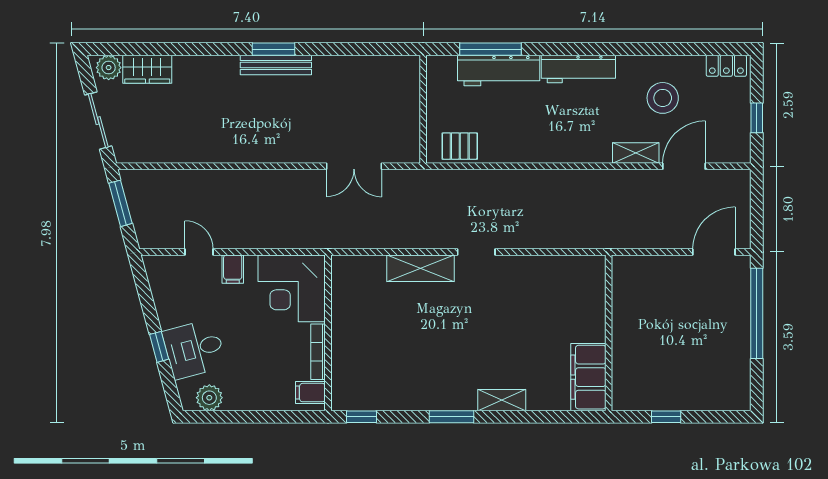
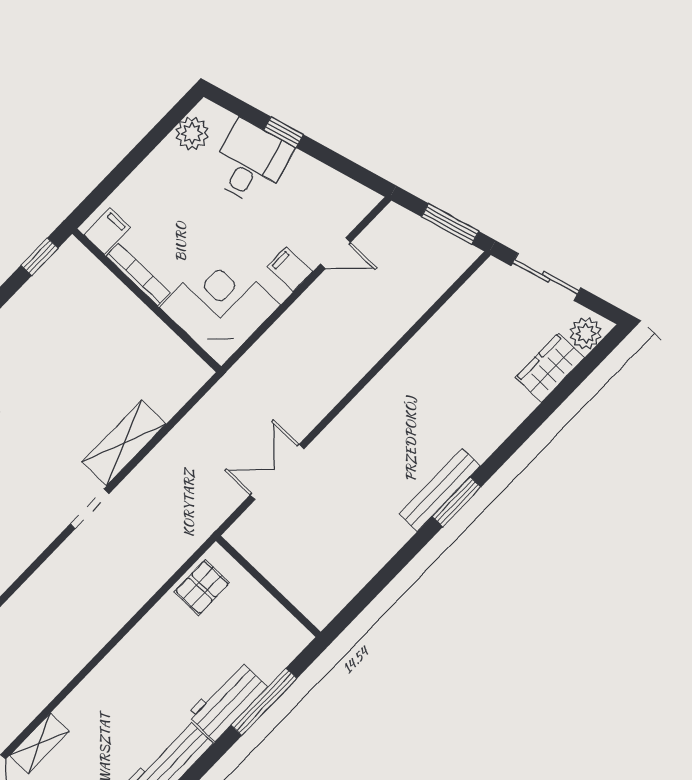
workbench: (499, 70) -> (227, 701), width x0.73

